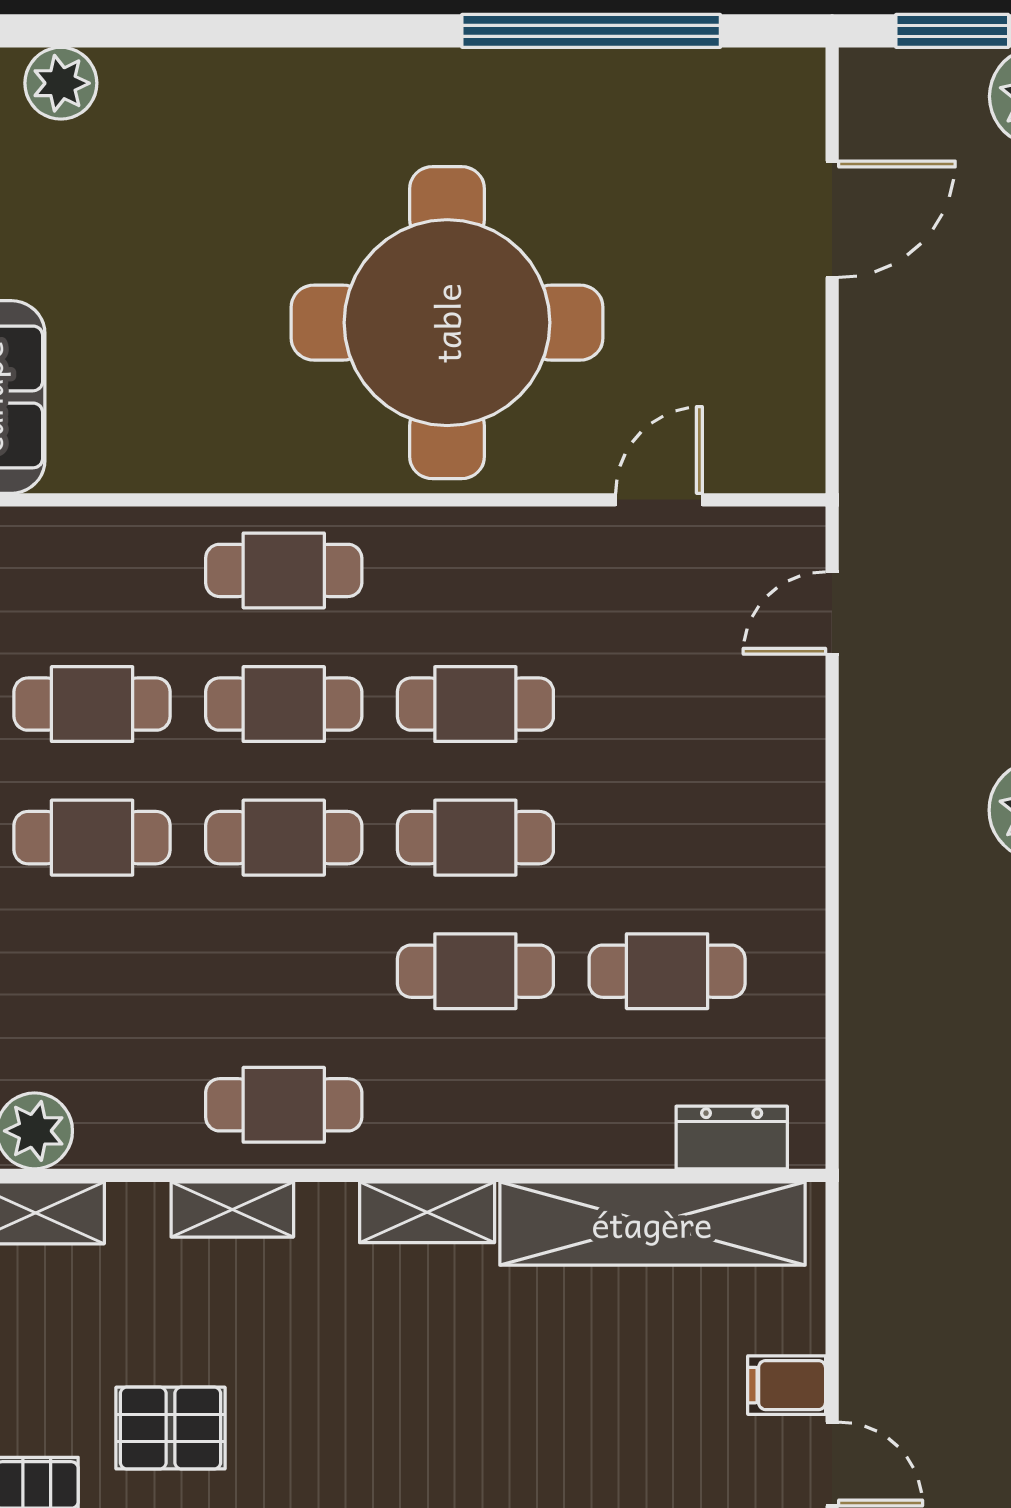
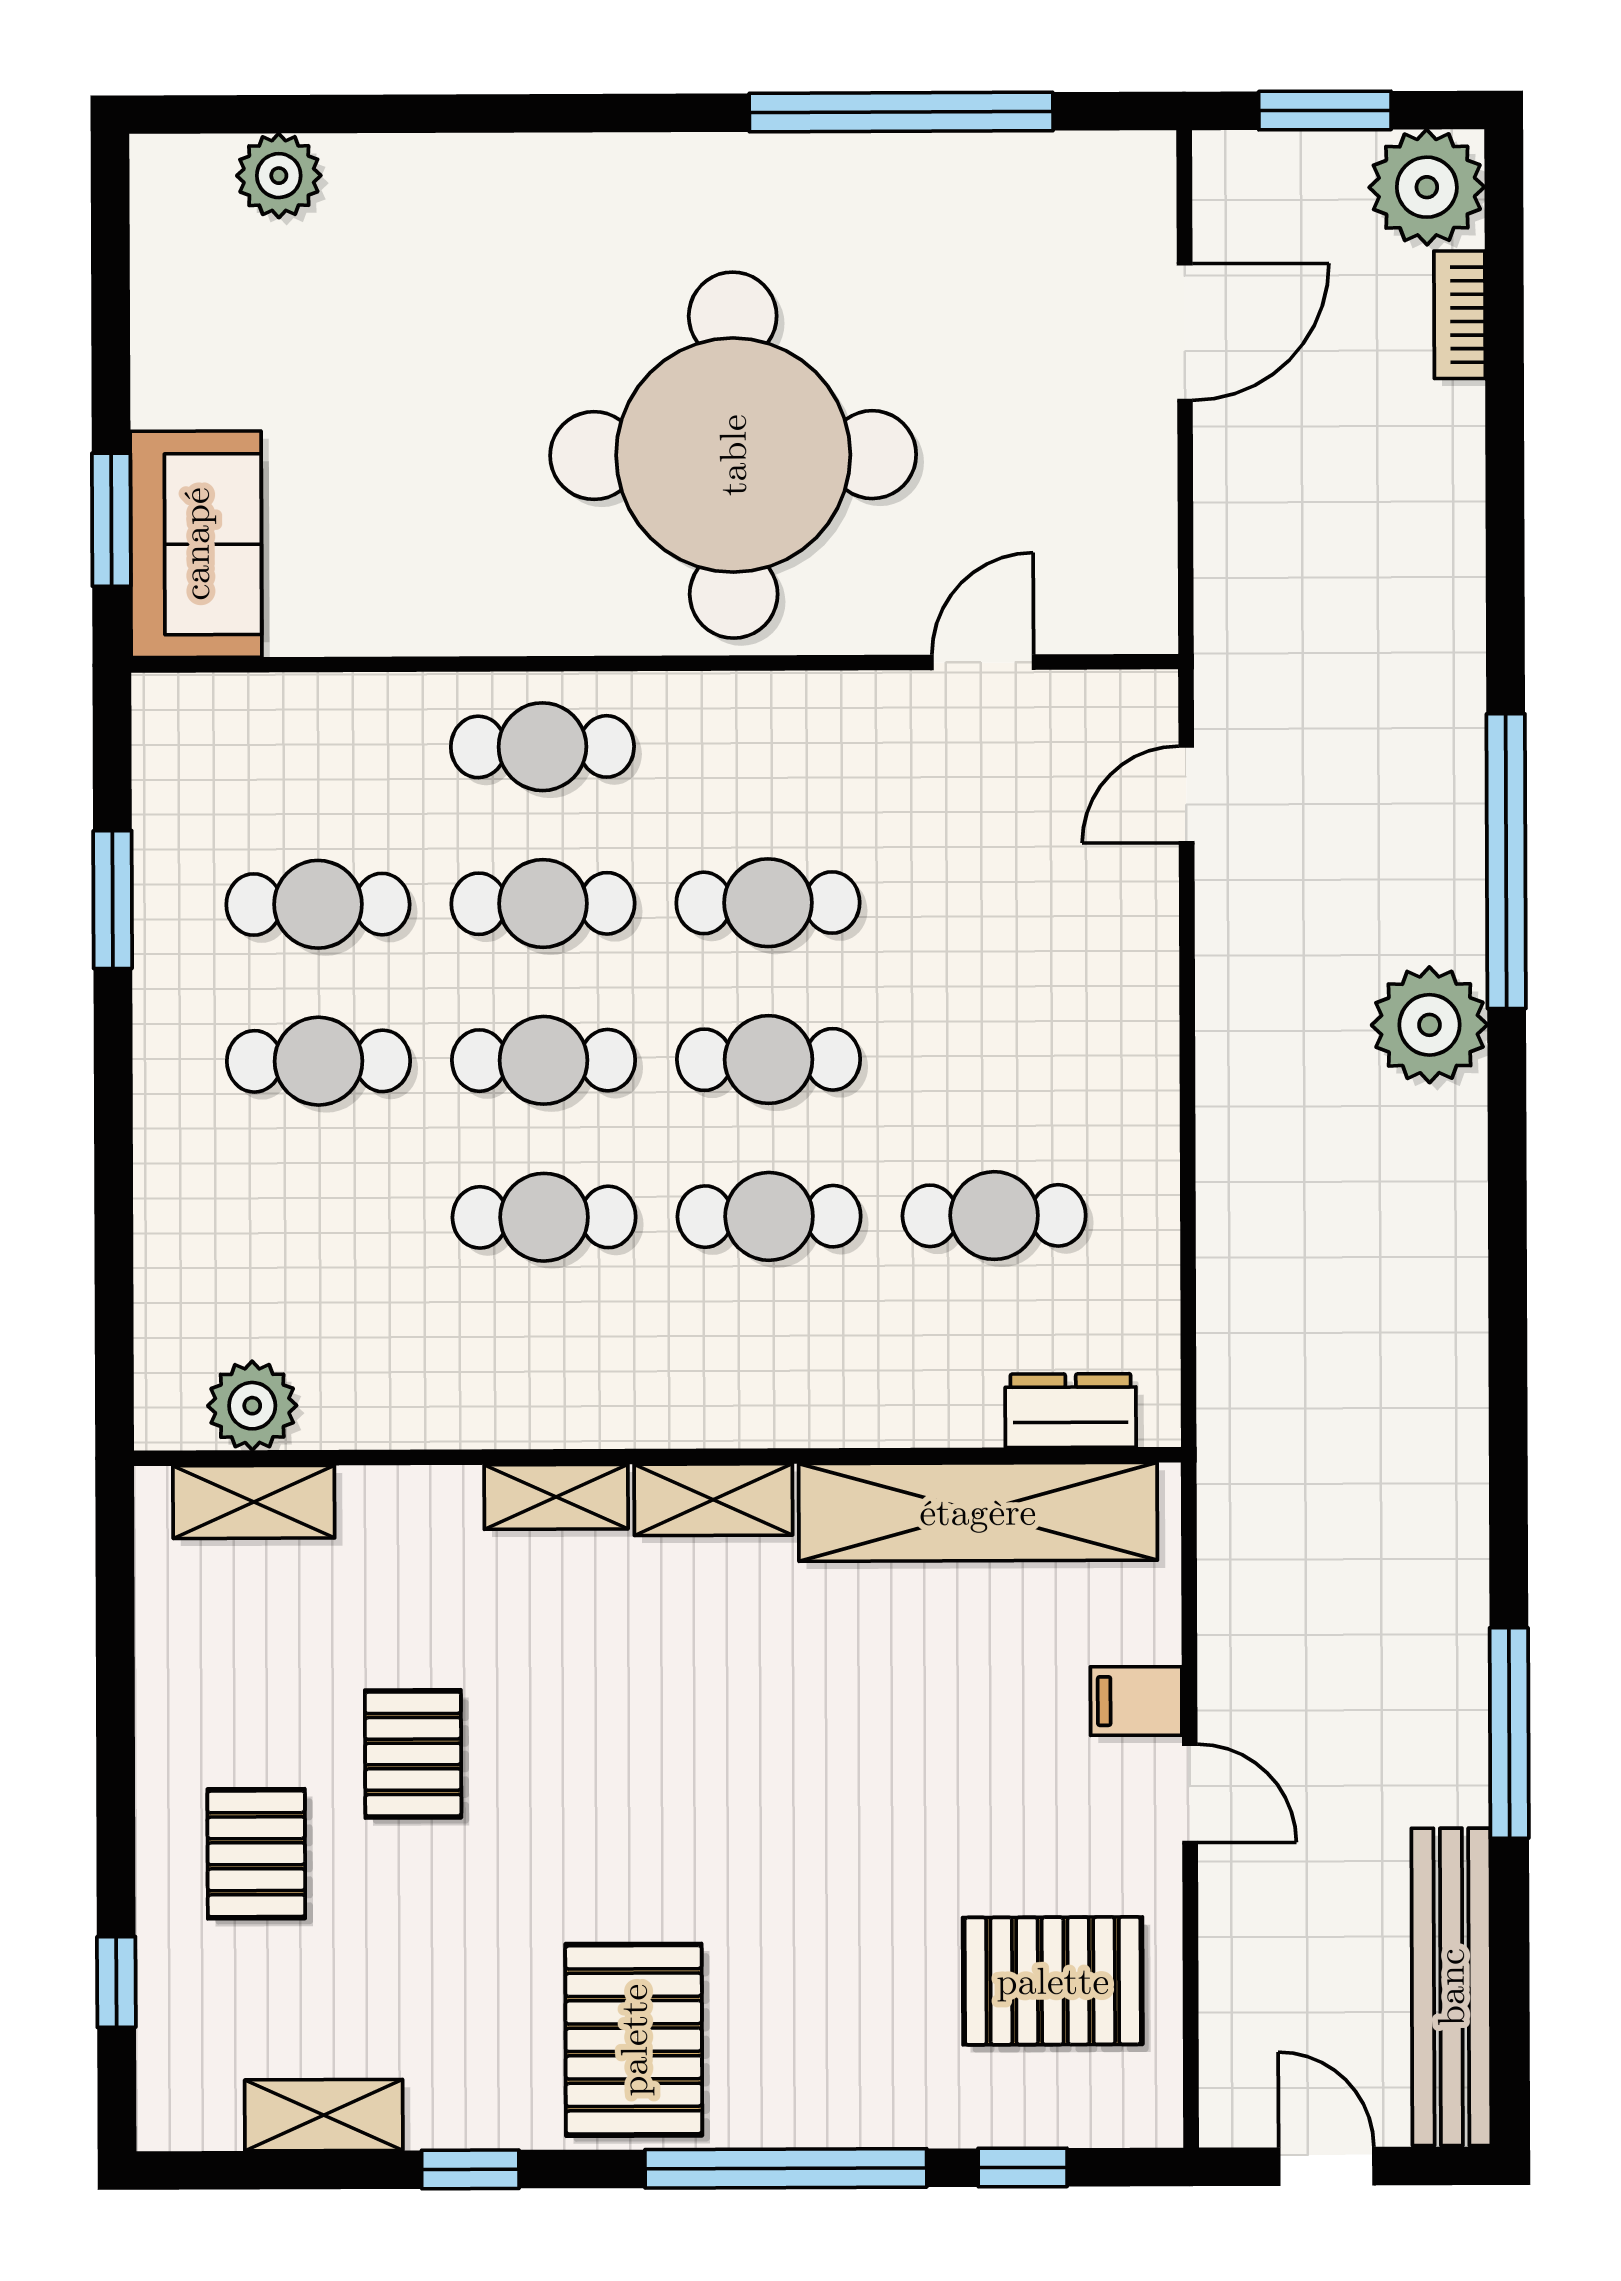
cafe table: (284, 1105) -> (544, 1217), moved
shelving: (232, 1210) -> (556, 1497), moved
pallet: (171, 1428) -> (413, 1754), turned 90

